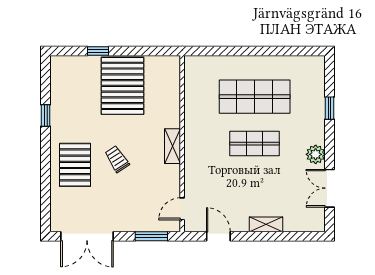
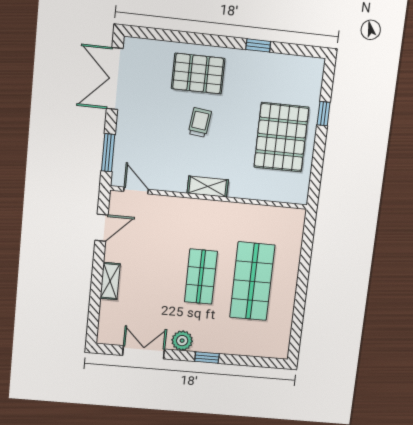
pallet: (122, 86) -> (281, 137), turned 90
window: (329, 108) -> (207, 357), moved
trolley: (117, 159) -> (200, 122), turned -50

